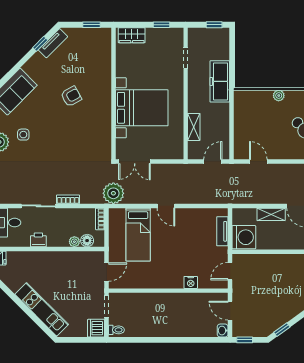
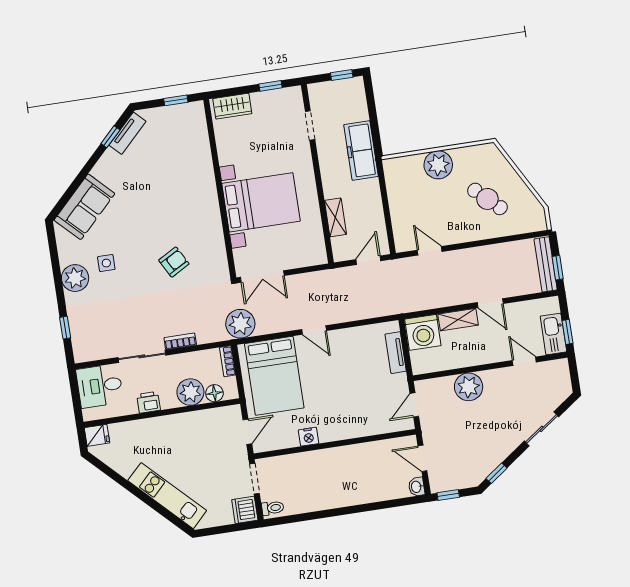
armchair: (71, 96) -> (174, 262), moved
plant: (279, 96) -> (438, 165), width x1.88, depth x1.88
bed: (138, 235) -> (274, 376), width x1.50
washing machine: (244, 237) -> (423, 332), moved, turned 90
plant: (74, 242) -> (190, 392), width x1.87, depth x1.87
plant: (271, 264) -> (469, 387), added
nightstand: (191, 282) -> (309, 437), moved

